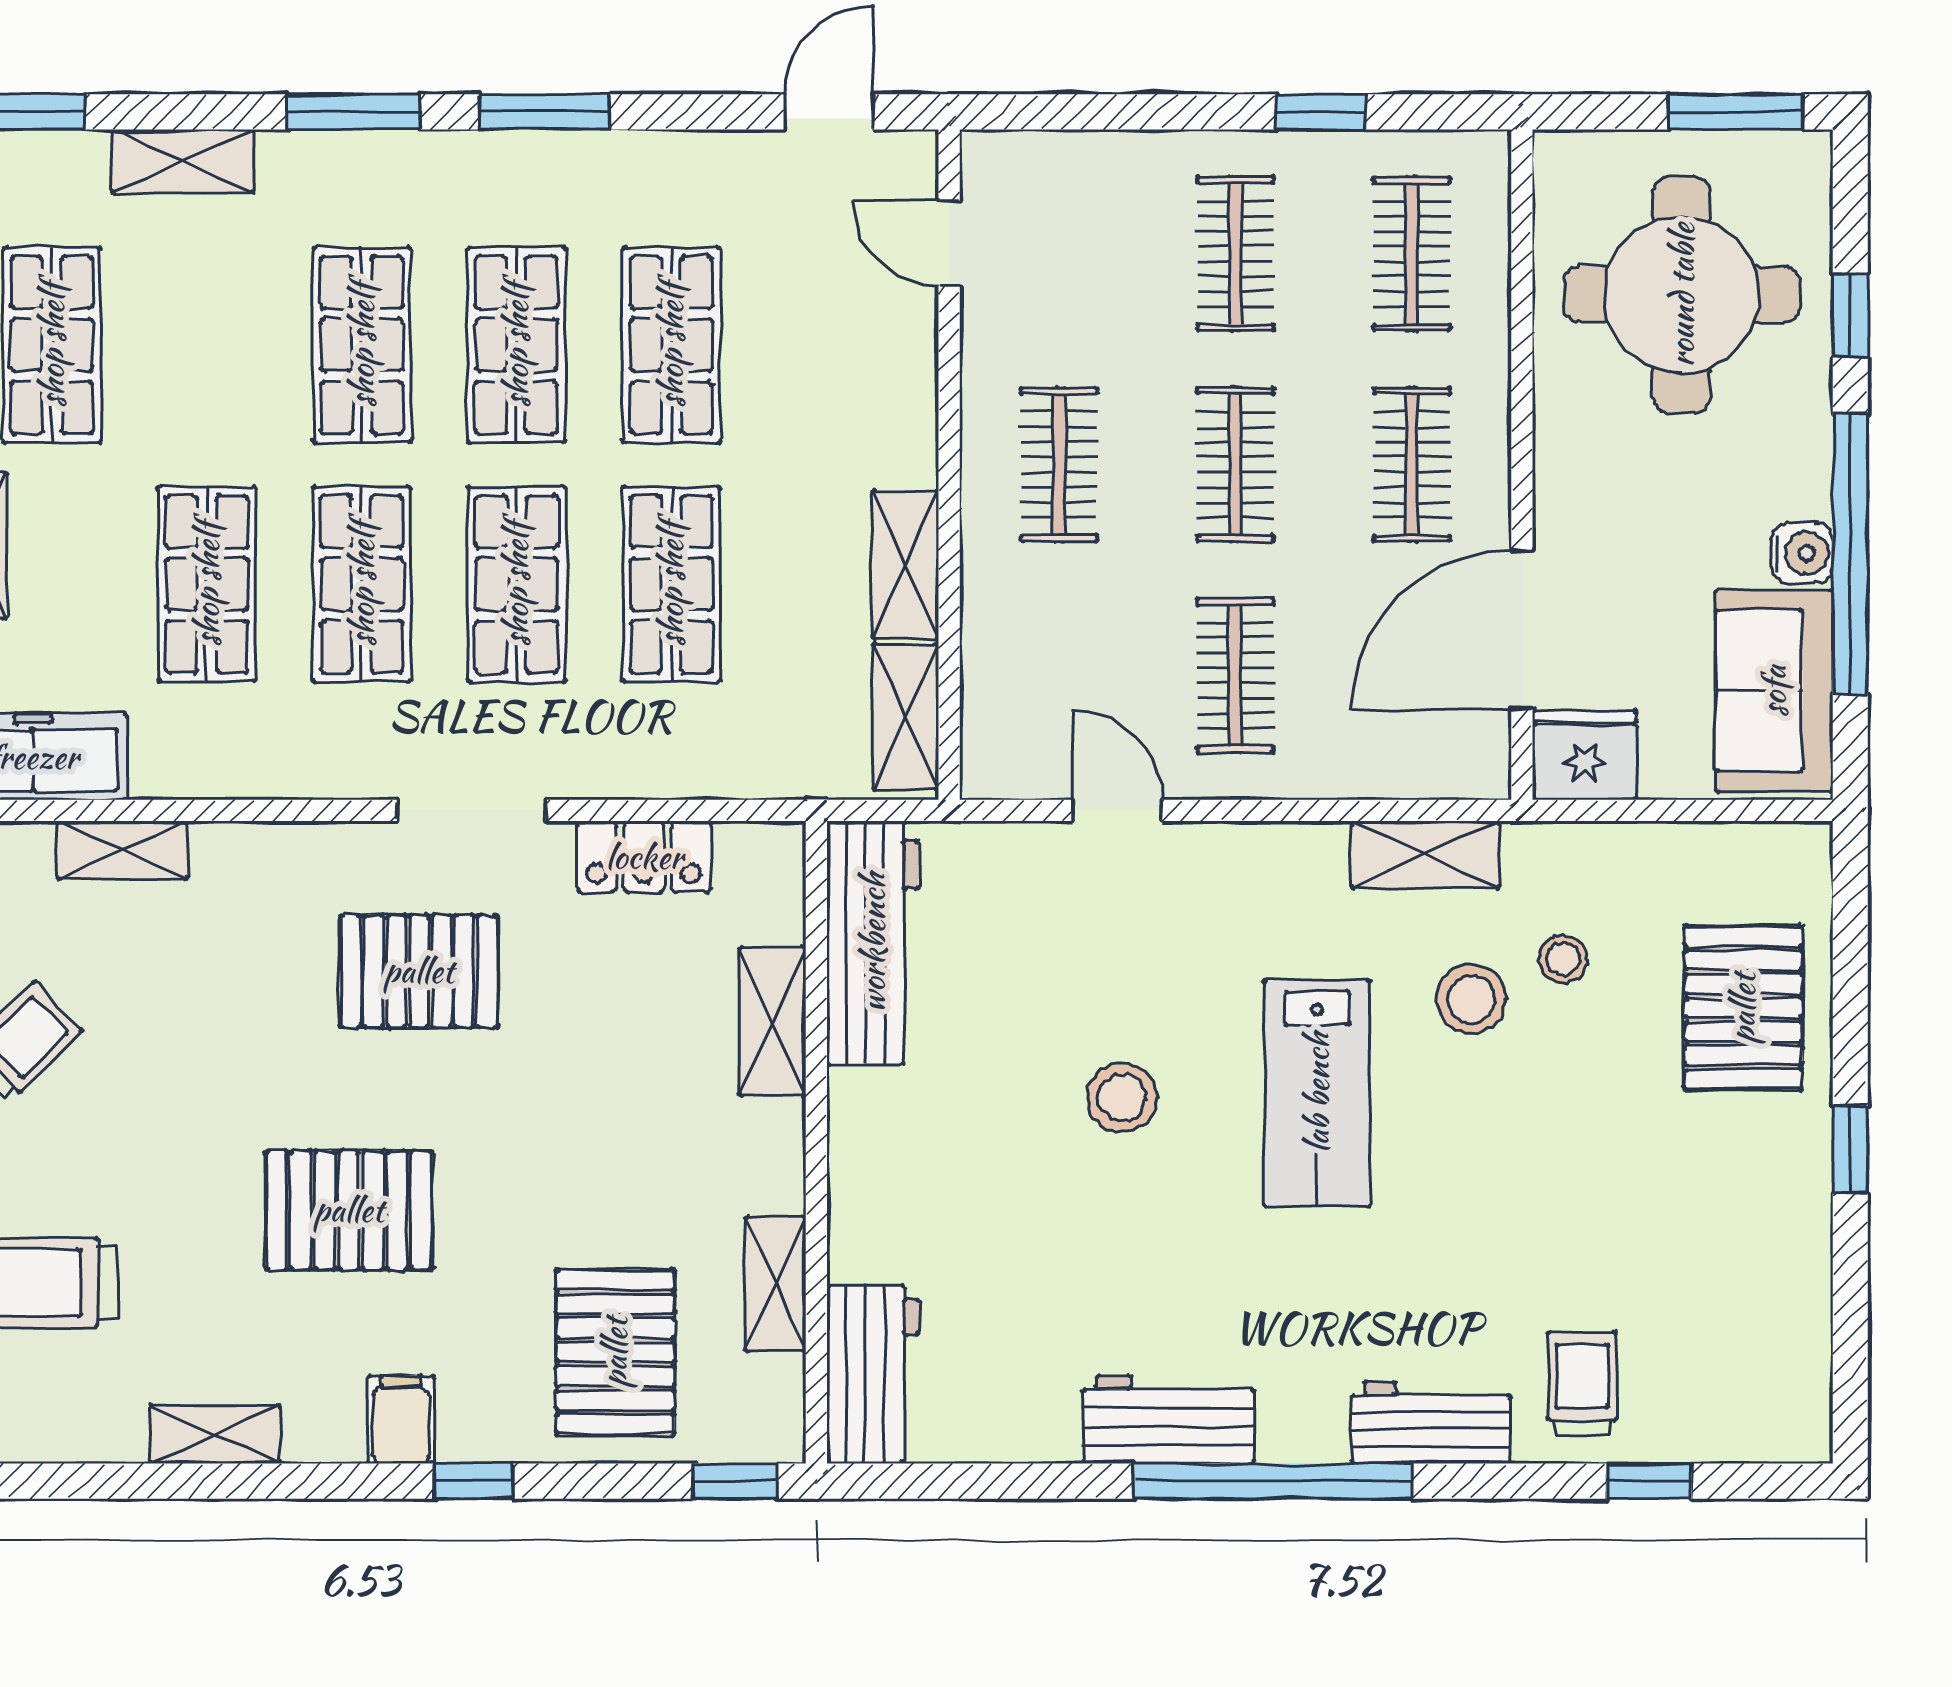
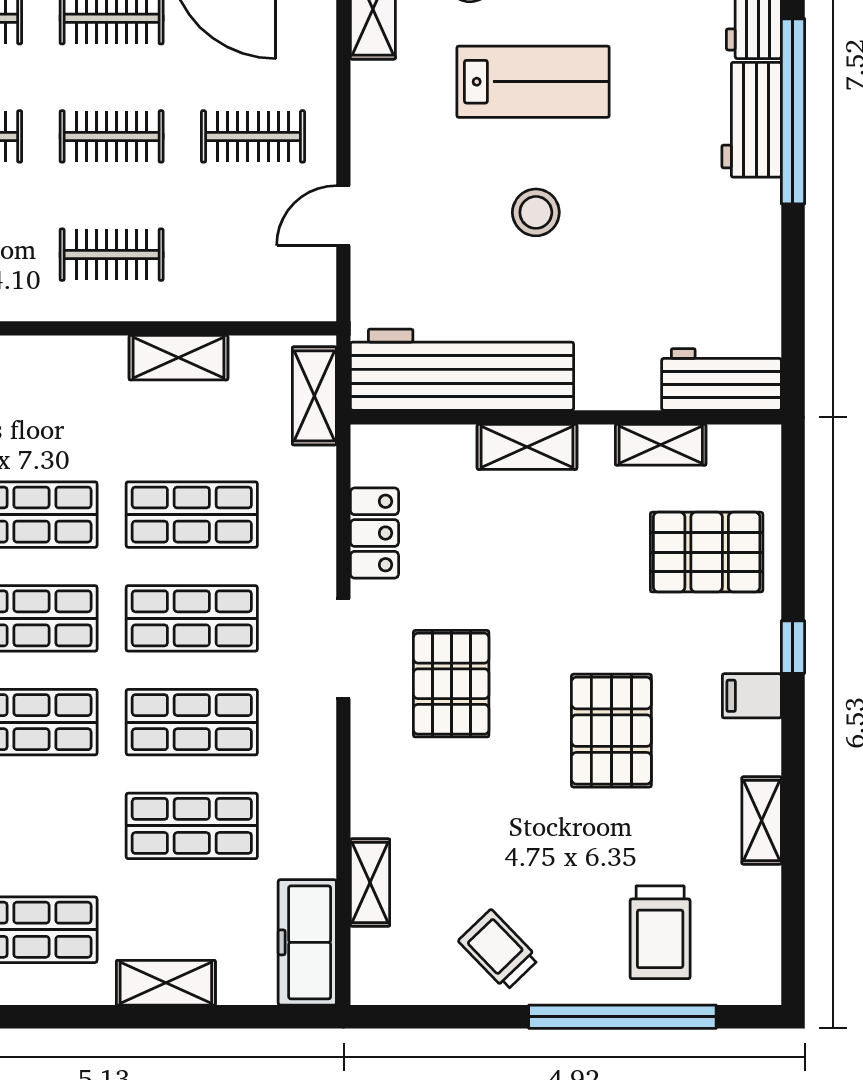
shelving: (906, 717) -> (314, 396), moved, turned 90
workbench: (873, 943) -> (462, 370), width x1.36, depth x1.32
shelving: (772, 1022) -> (527, 447), moved
workbench: (1168, 1419) -> (752, 120), moved
window: (735, 1481) -> (793, 472), removed

